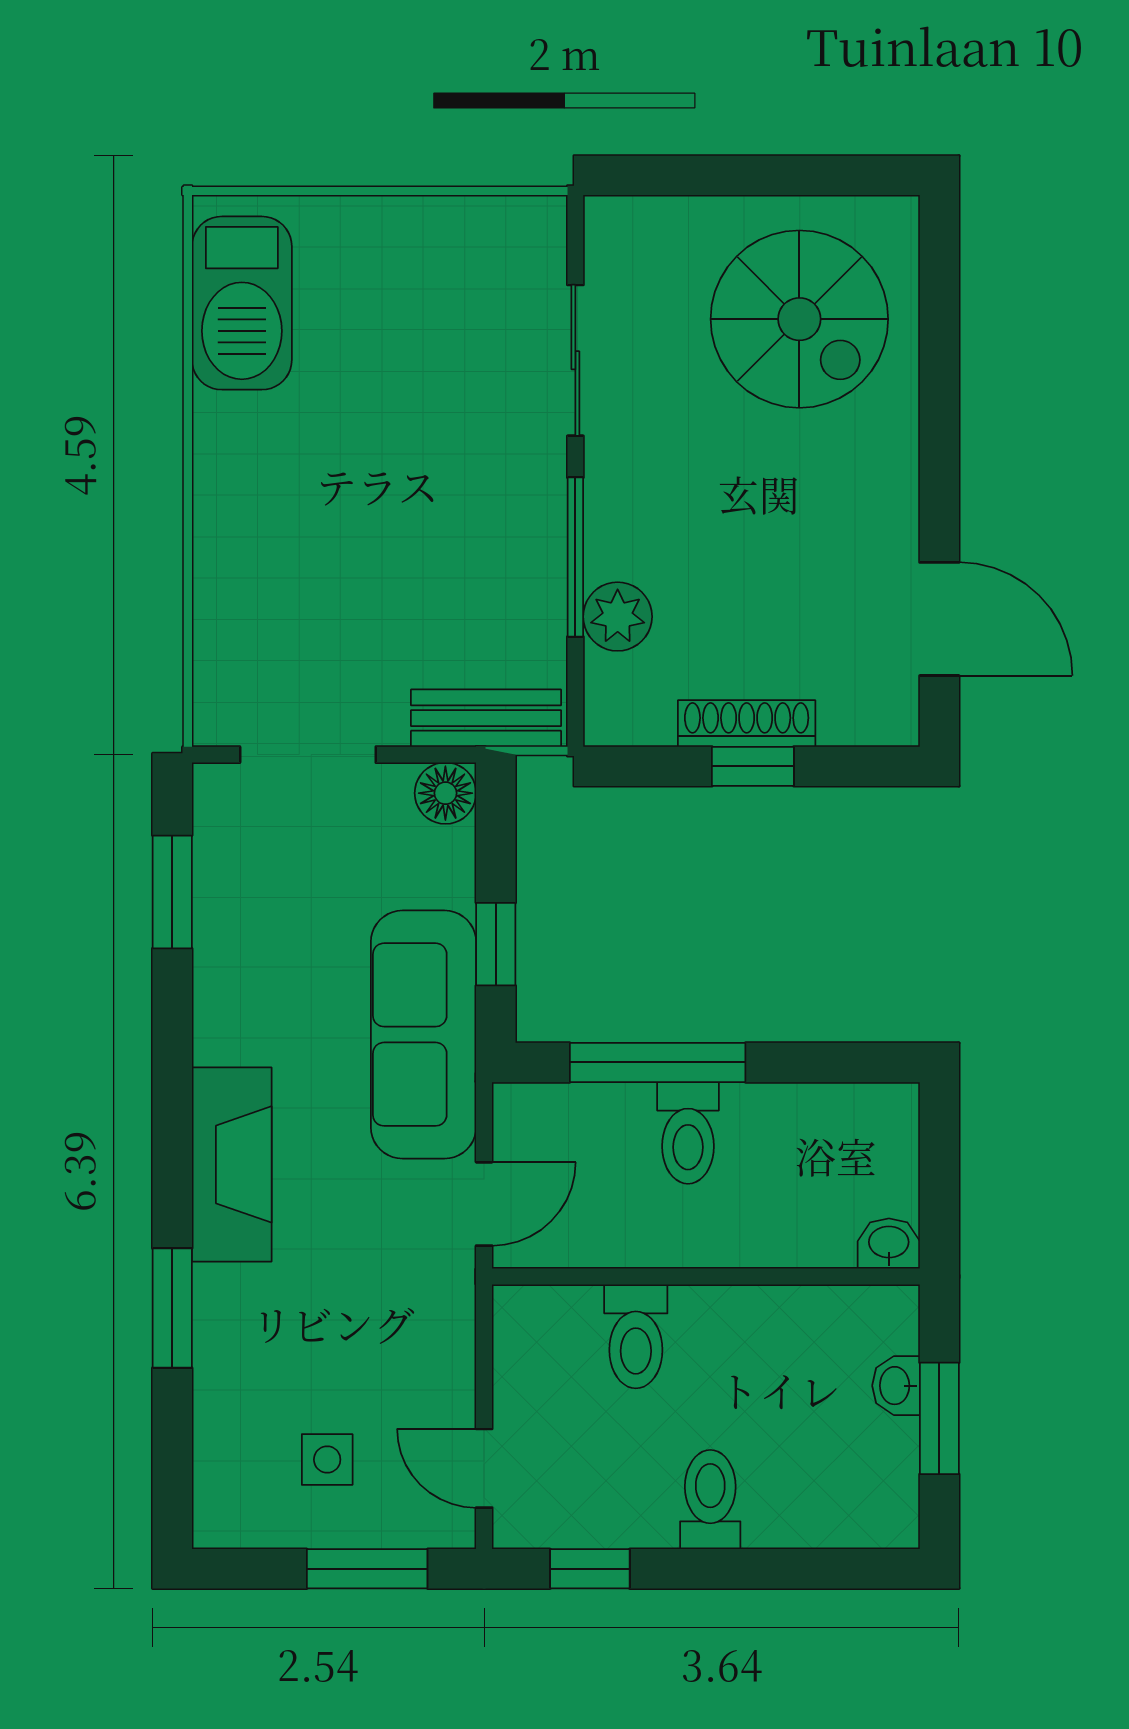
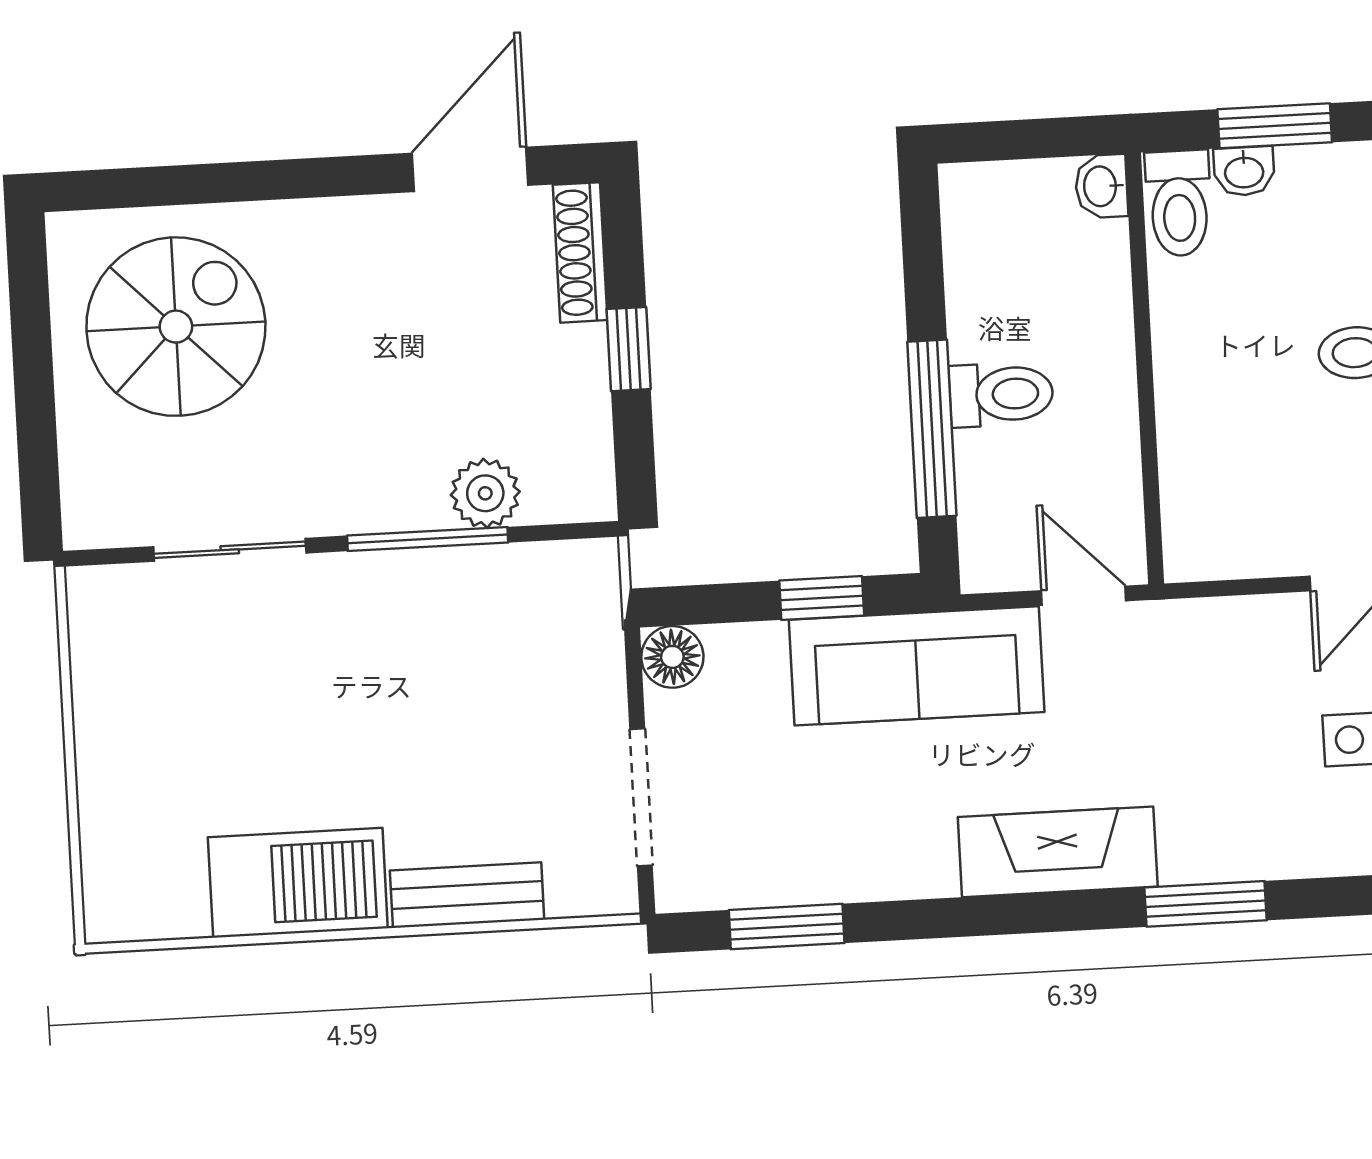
barbecue: (242, 303) -> (298, 883), moved
bench: (486, 718) -> (467, 895), moved, turned 90
shoe rack: (747, 723) -> (580, 252), moved
toilet: (636, 1336) -> (1179, 203), moved, turned 90

